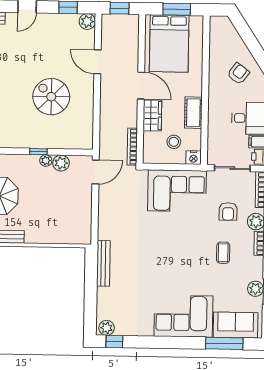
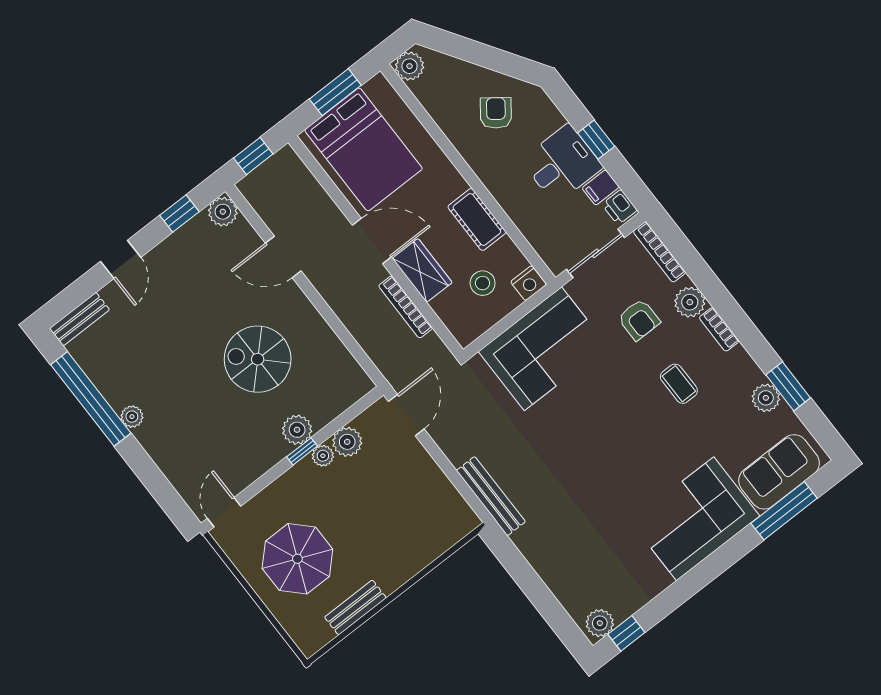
plant: (217, 24) -> (410, 66), added
plant: (44, 141) -> (297, 430), added
bookcase: (132, 147) -> (406, 307), moved
bench: (103, 263) -> (491, 496), moved

